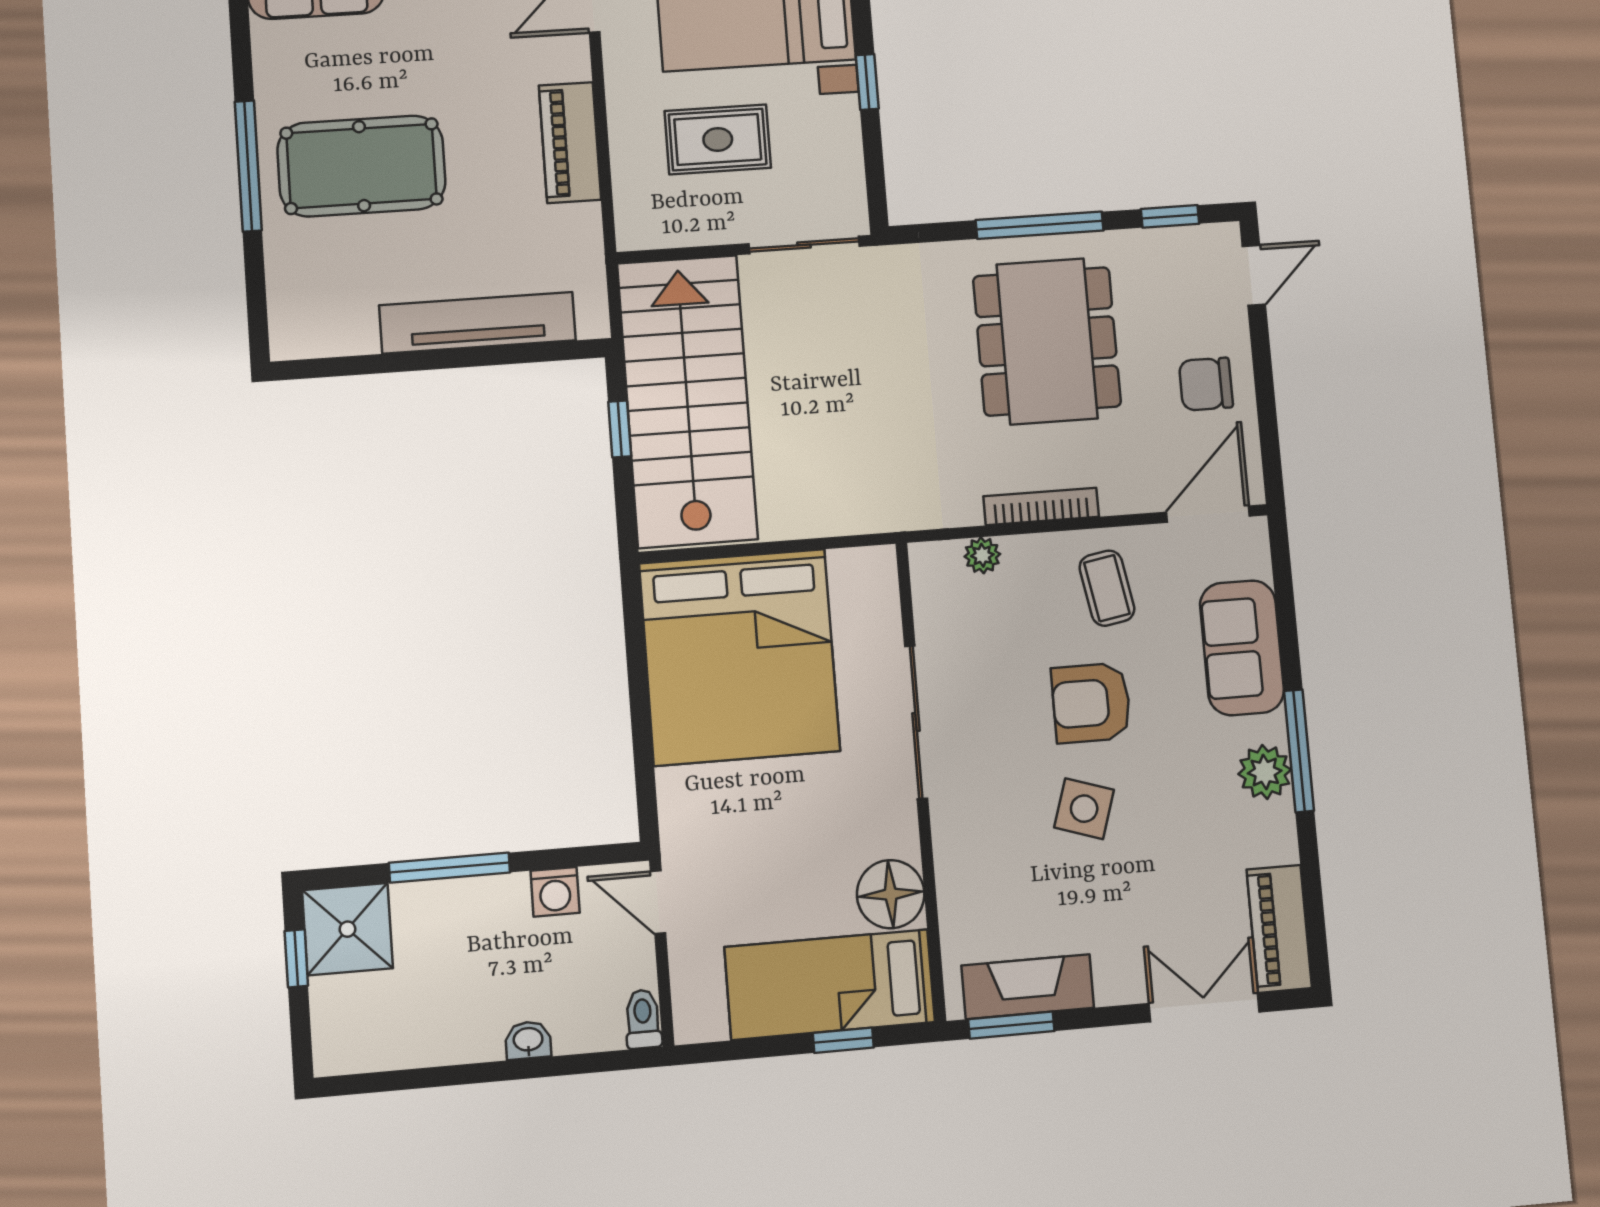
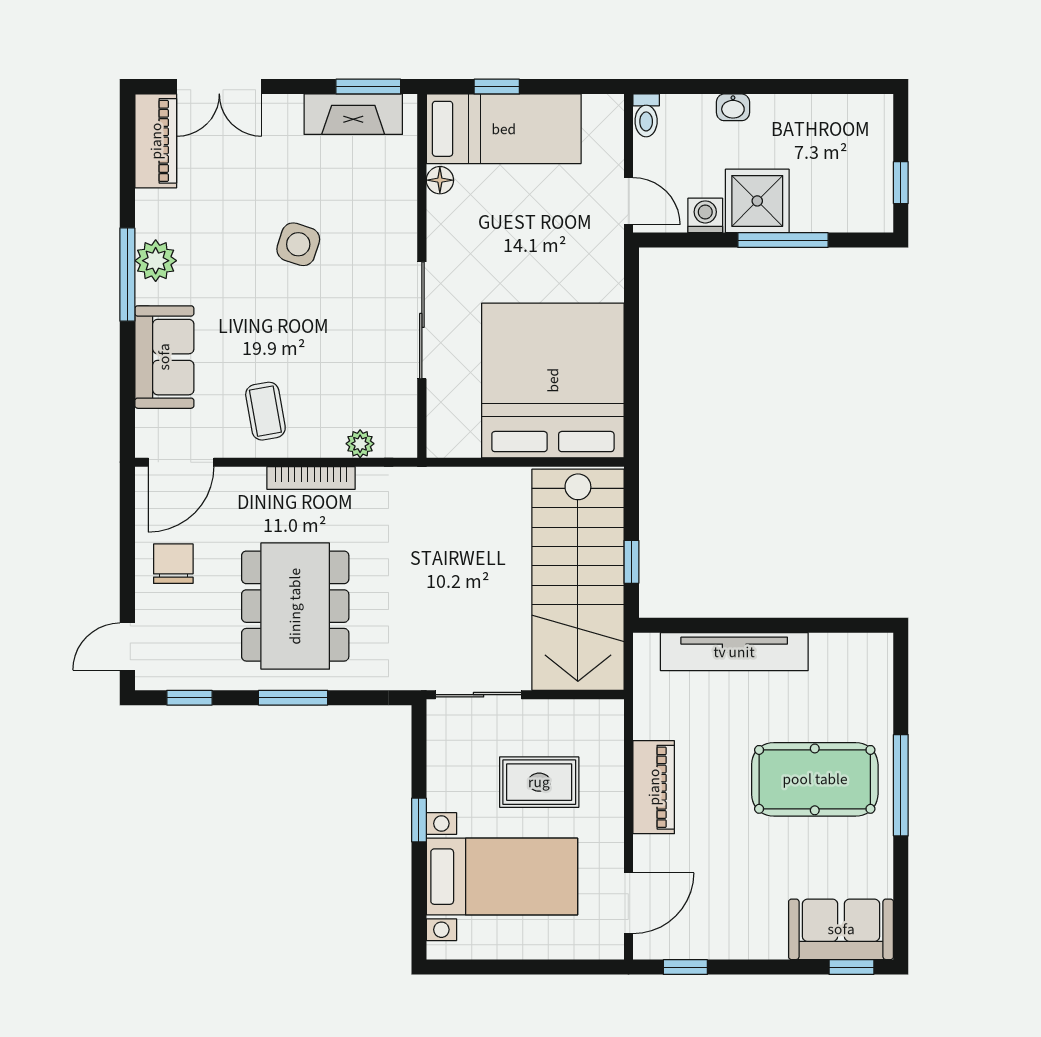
window: (1040, 225) -> (293, 698), width x0.69
chair: (1206, 384) -> (173, 564), turned -90
armchair: (1091, 703) -> (286, 324), removed
floor lamp: (891, 894) -> (440, 180), width x0.53, depth x0.53
shower: (347, 929) -> (757, 201), moved

